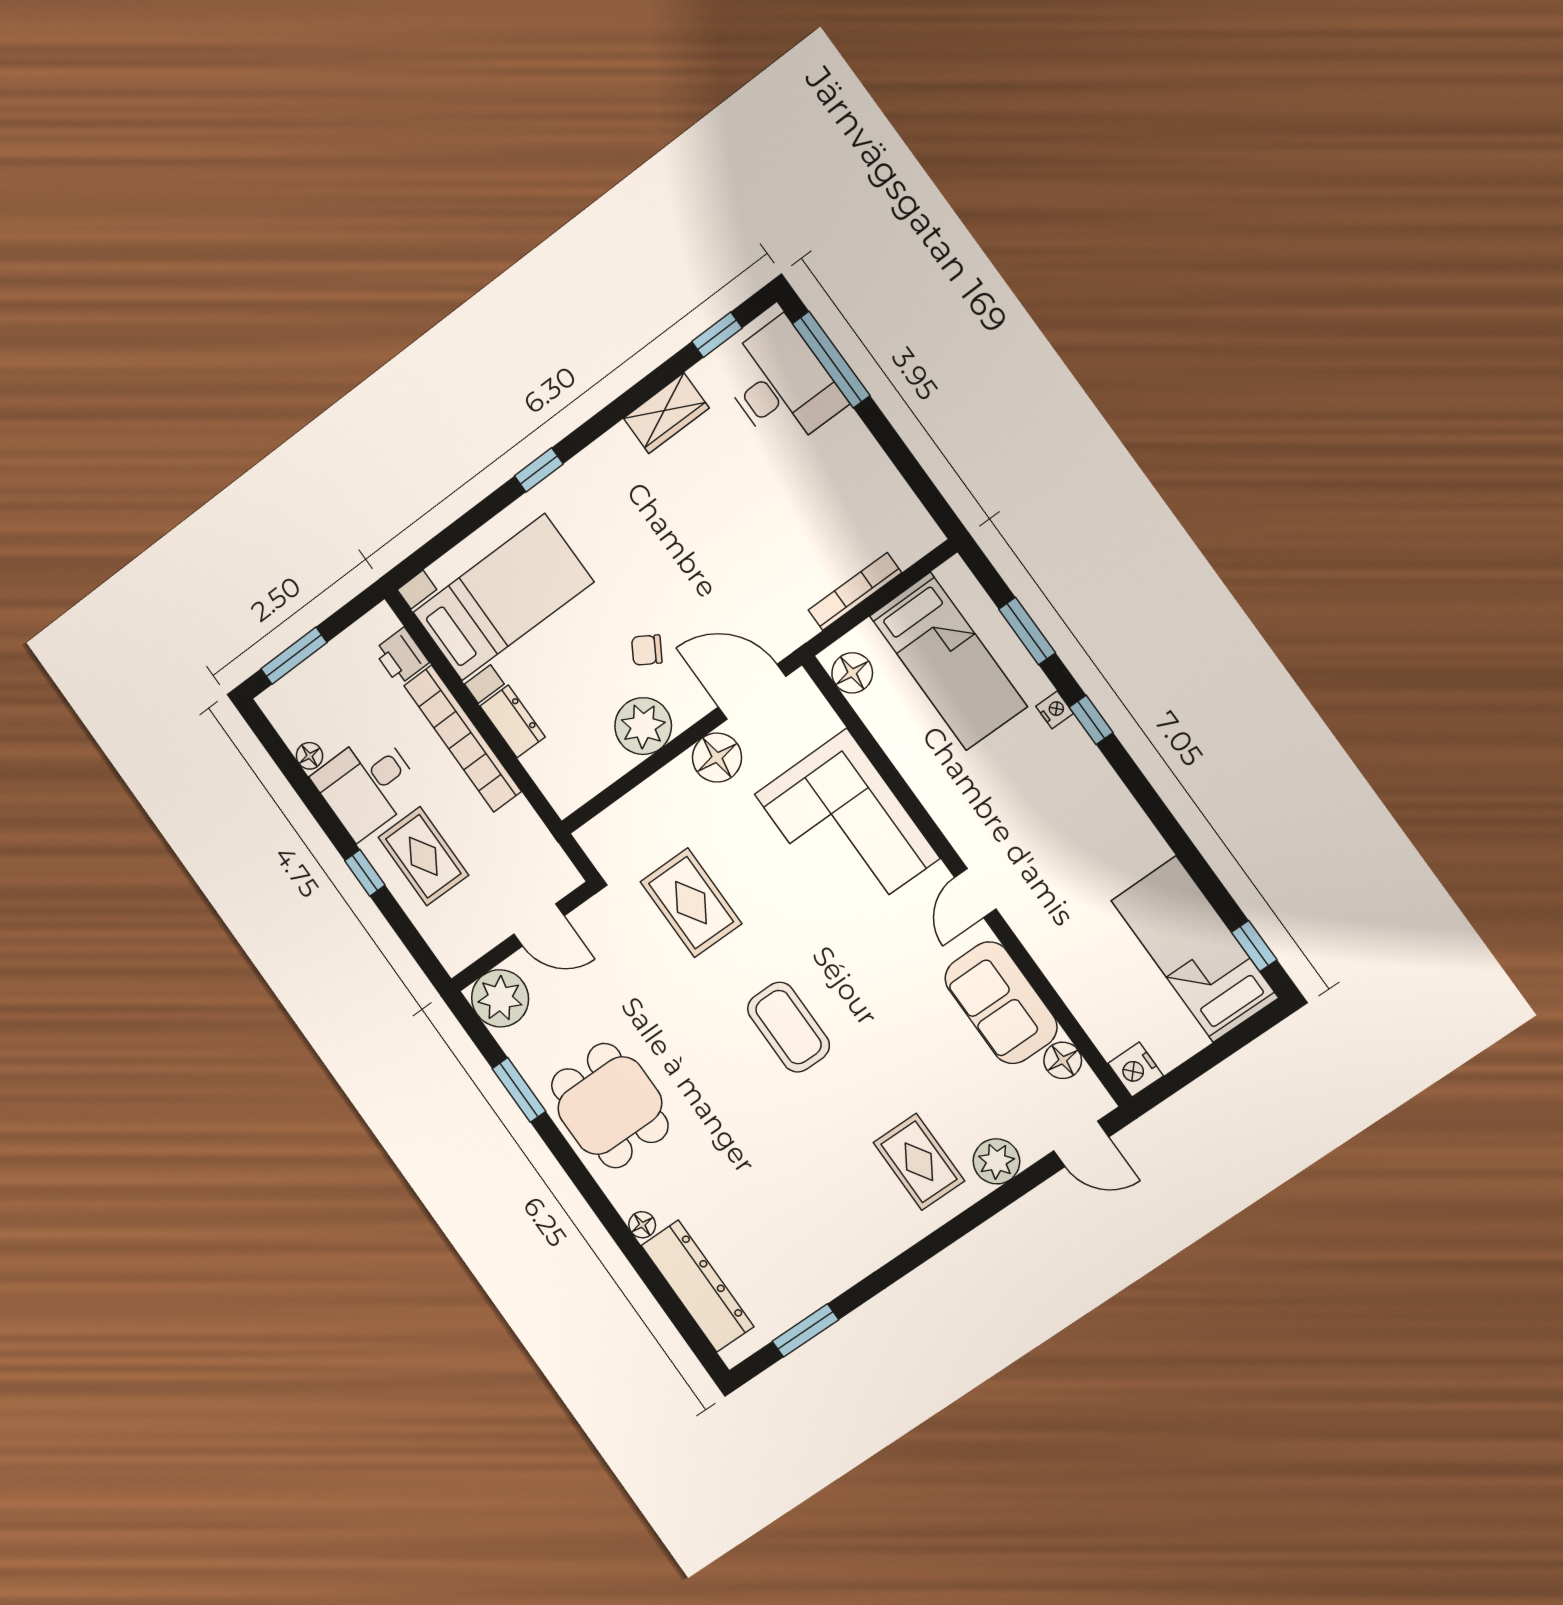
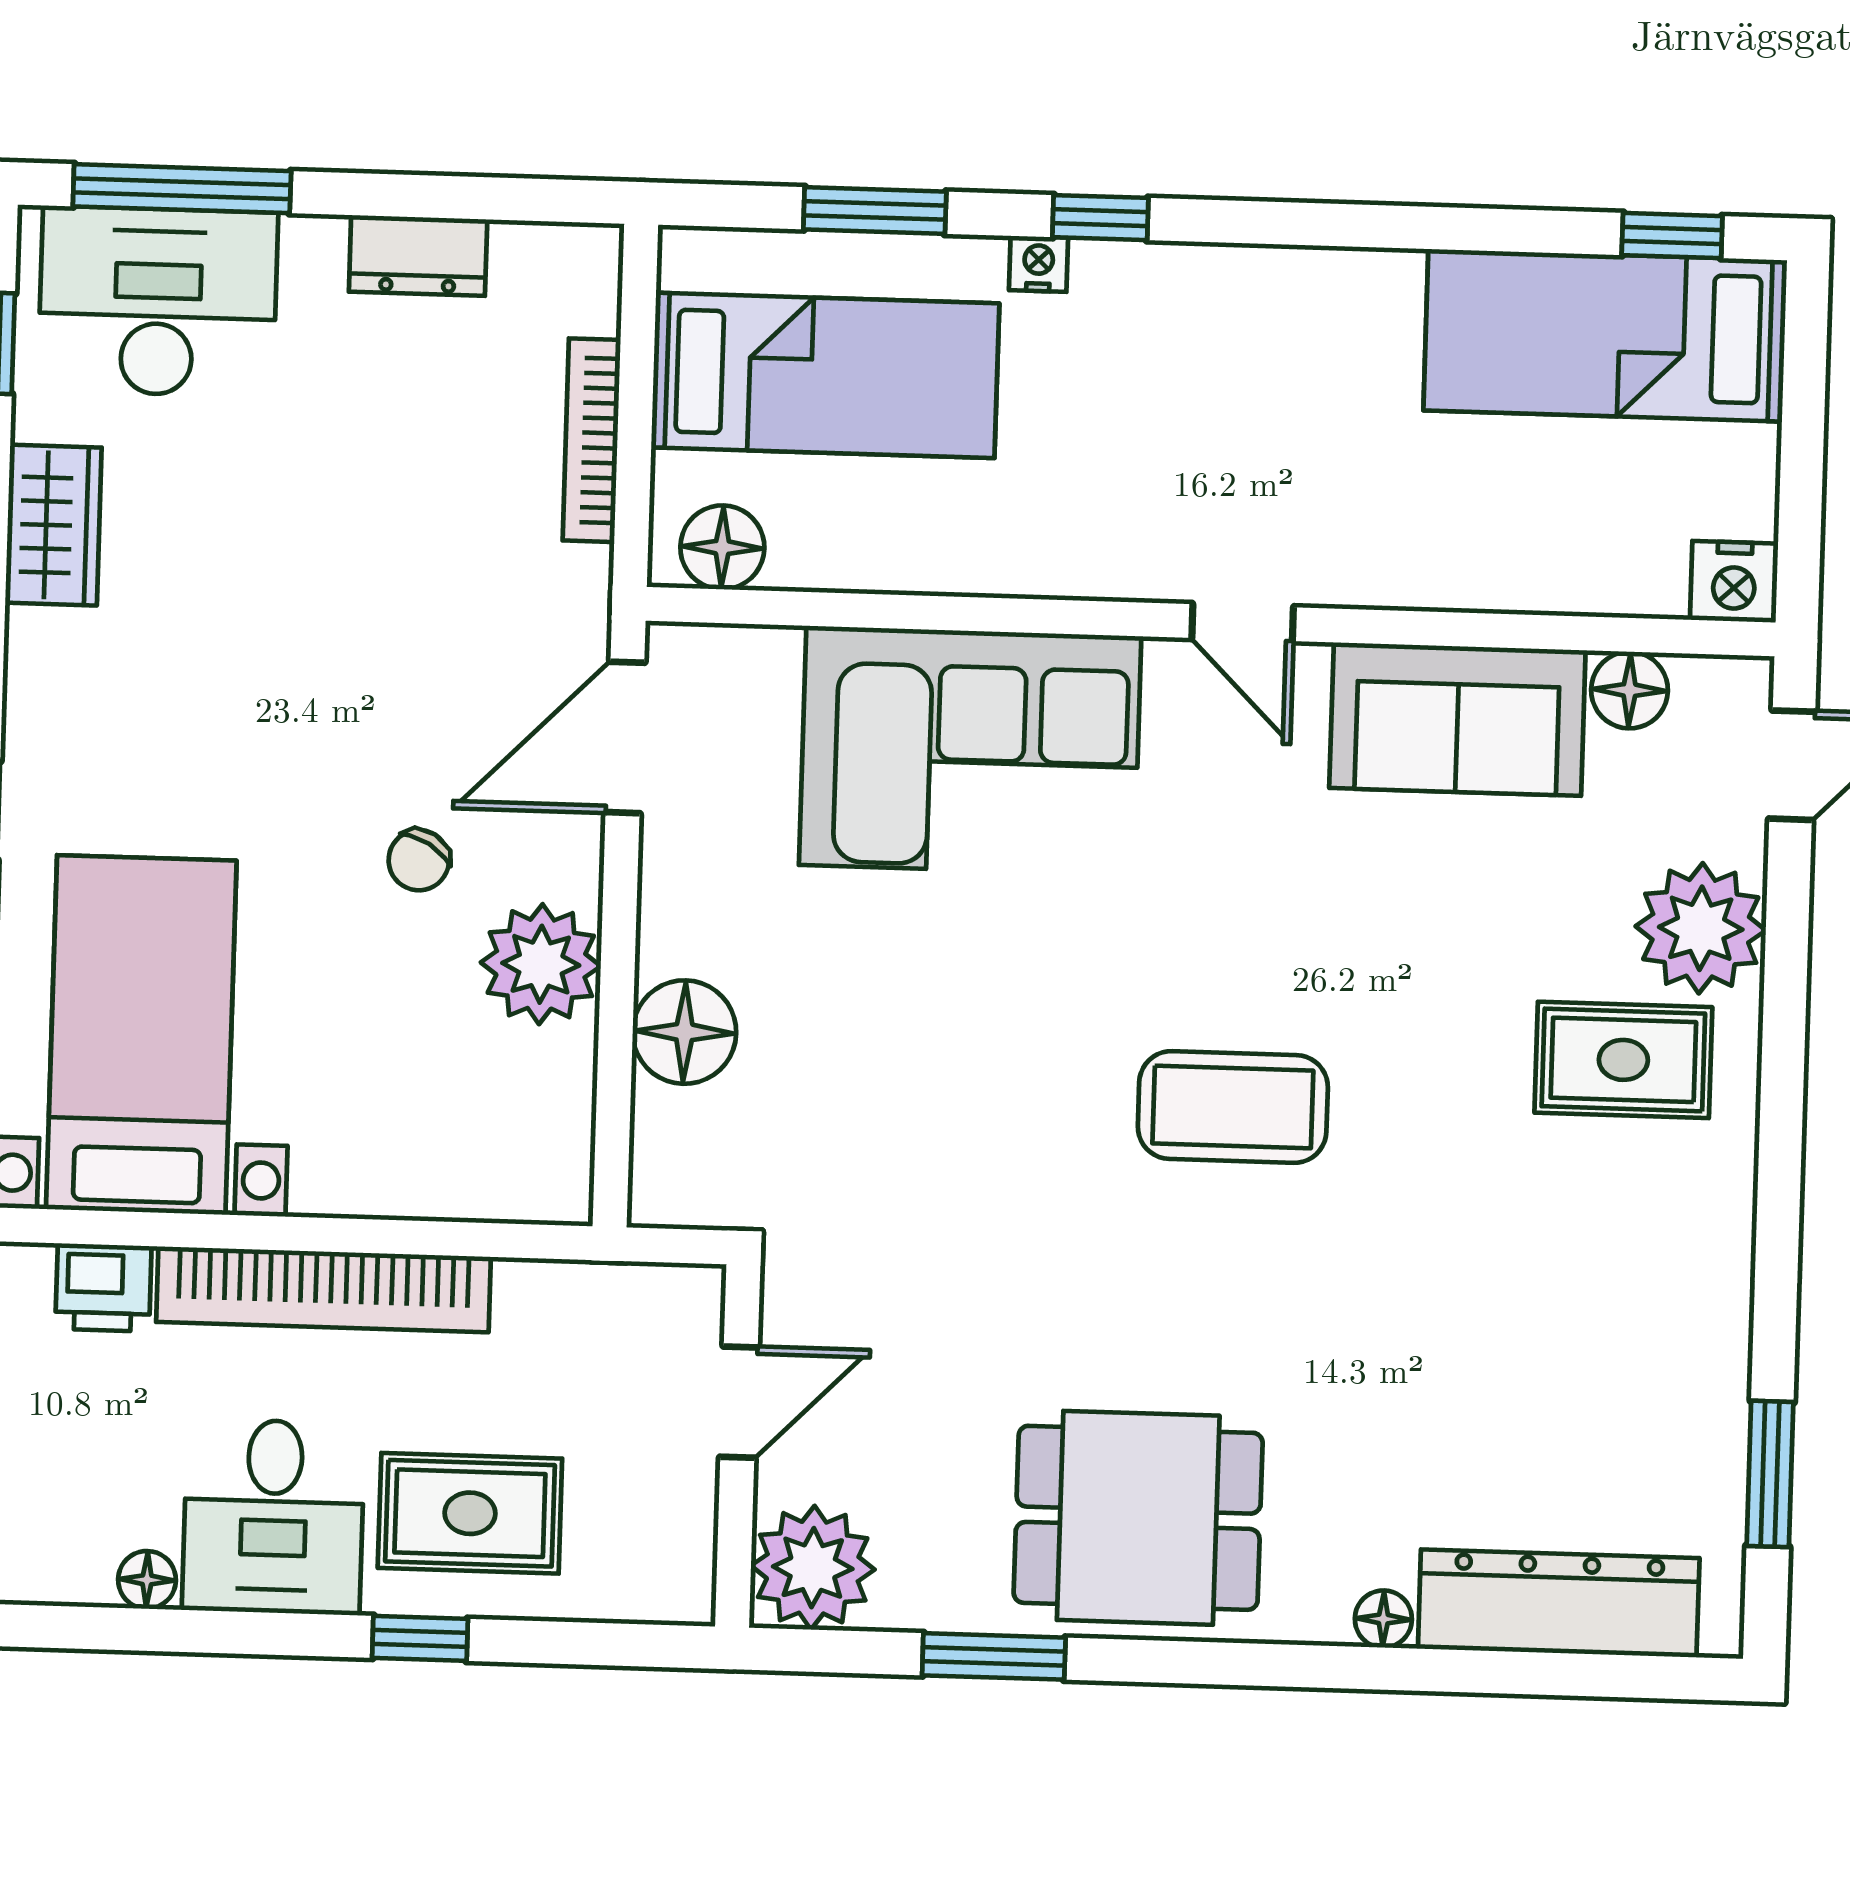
dresser: (513, 721) -> (418, 256), moved, turned 180
floor lamp: (717, 758) -> (684, 1032), moved
rug: (691, 903) -> (899, 1112), removed
plant: (996, 1161) -> (1701, 928), width x1.36, depth x1.36

